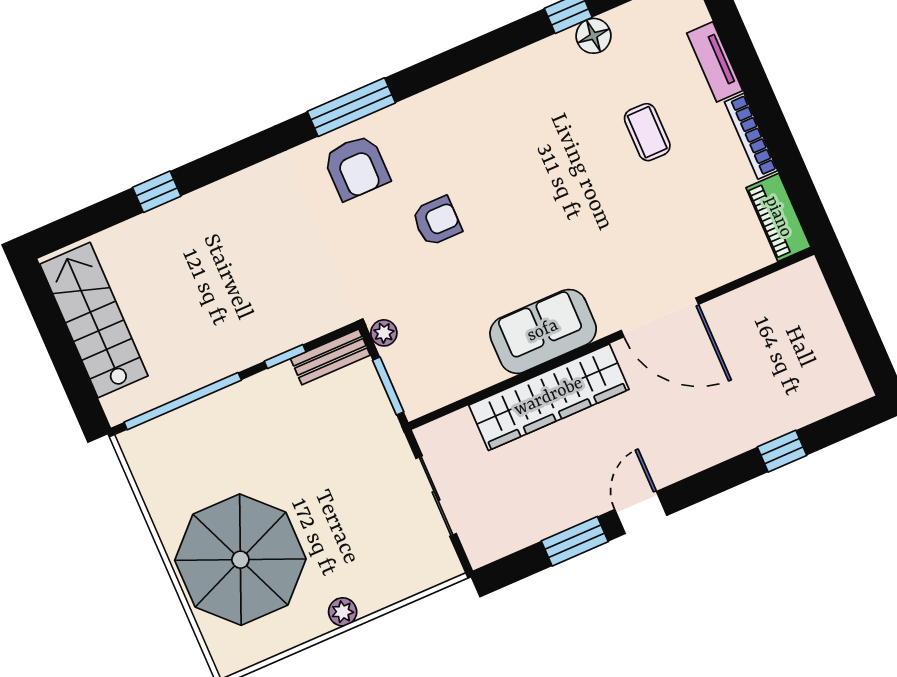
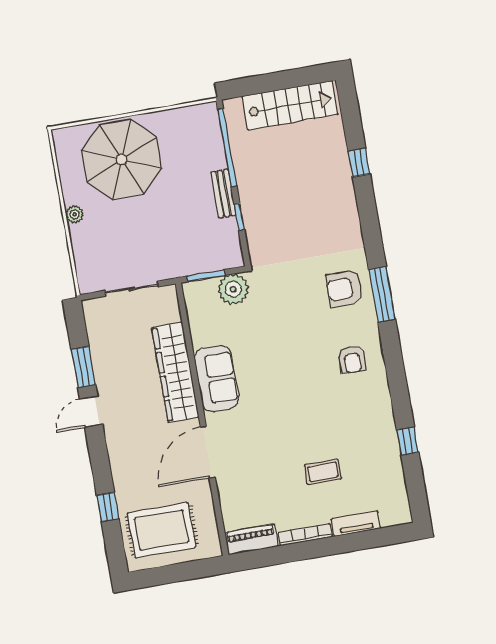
floor lamp: (593, 36) -> (390, 453), removed
armchair: (437, 221) -> (352, 359), moved
plant: (384, 333) -> (233, 289), width x1.88, depth x1.88
bench: (330, 357) -> (223, 194), moved
rug: (797, 360) -> (162, 530), added
door: (641, 512) -> (91, 412), swing flipped

